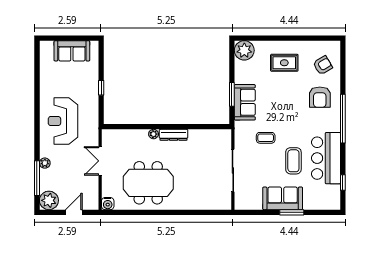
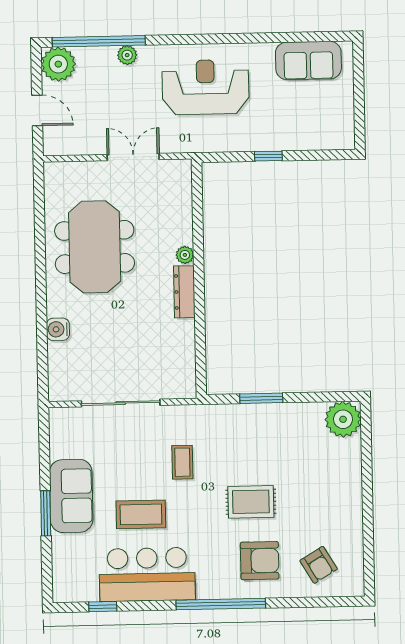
sofa: (72, 51) -> (308, 60), moved, turned -90
rug: (284, 63) -> (251, 502), moved, turned 90
armchair: (320, 97) -> (260, 561), turned 180
sofa: (245, 102) -> (247, 422), removed
window: (37, 178) -> (99, 41), width x1.46
water cooler: (108, 204) -> (58, 329), moved

